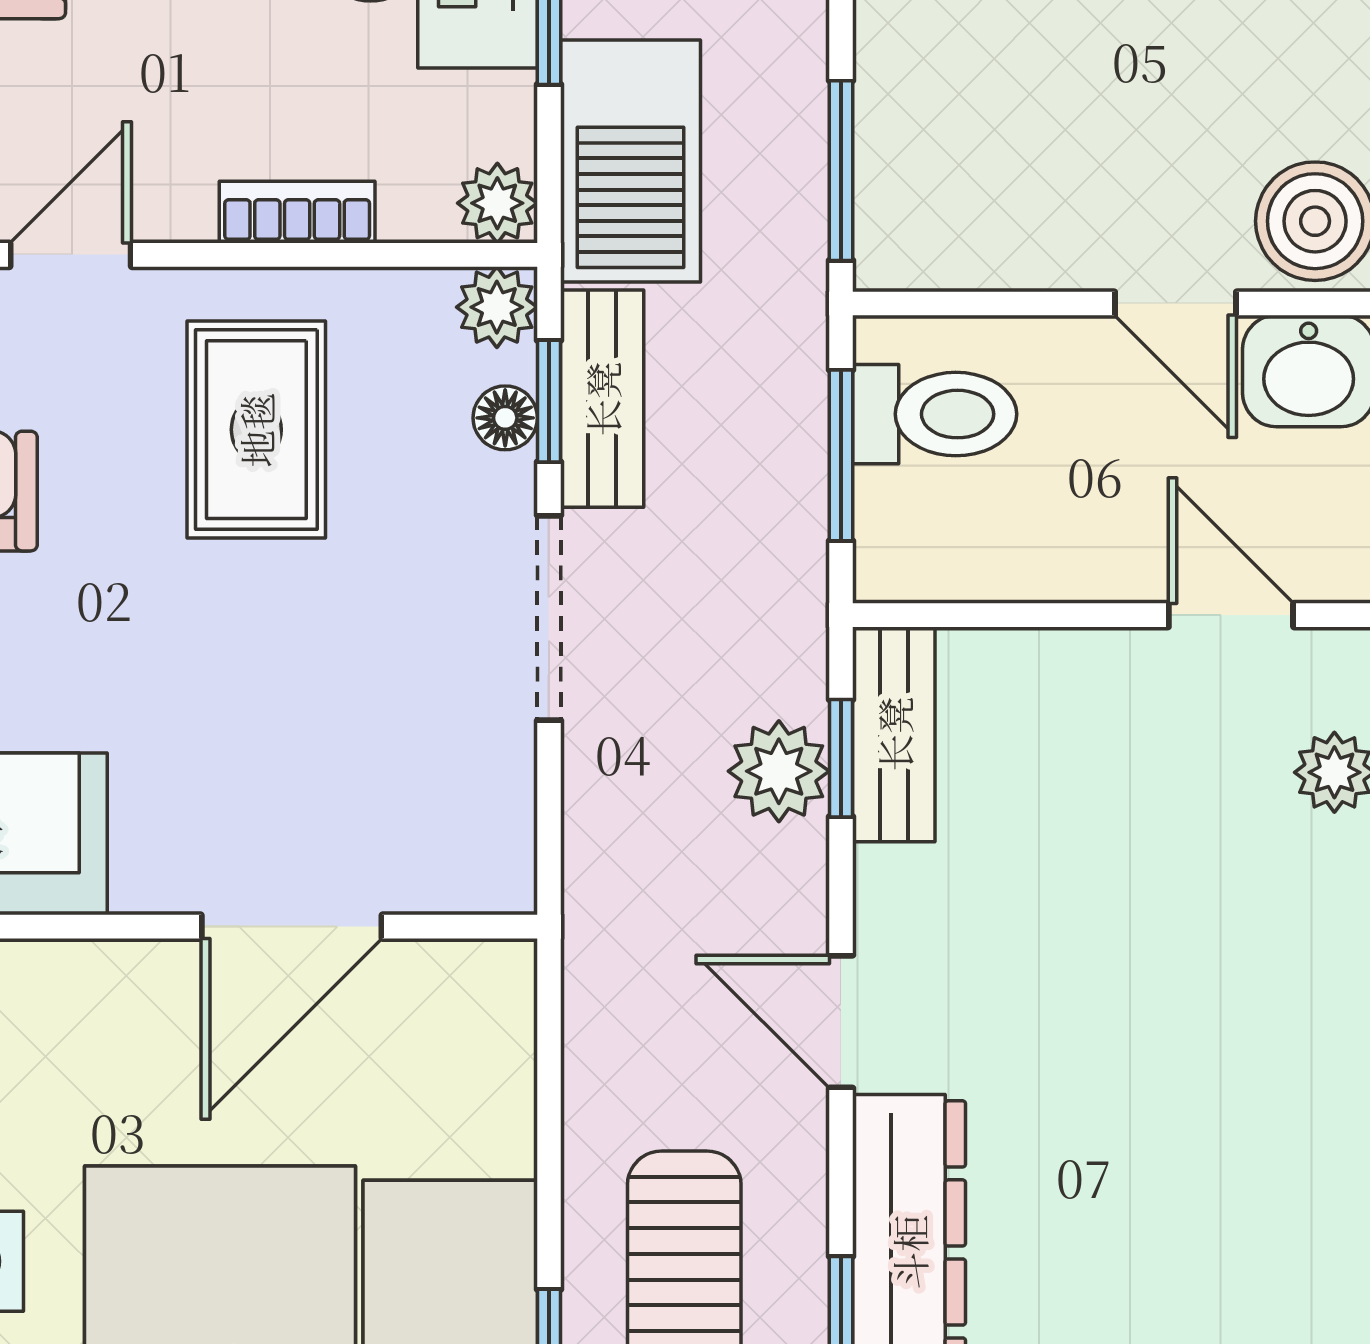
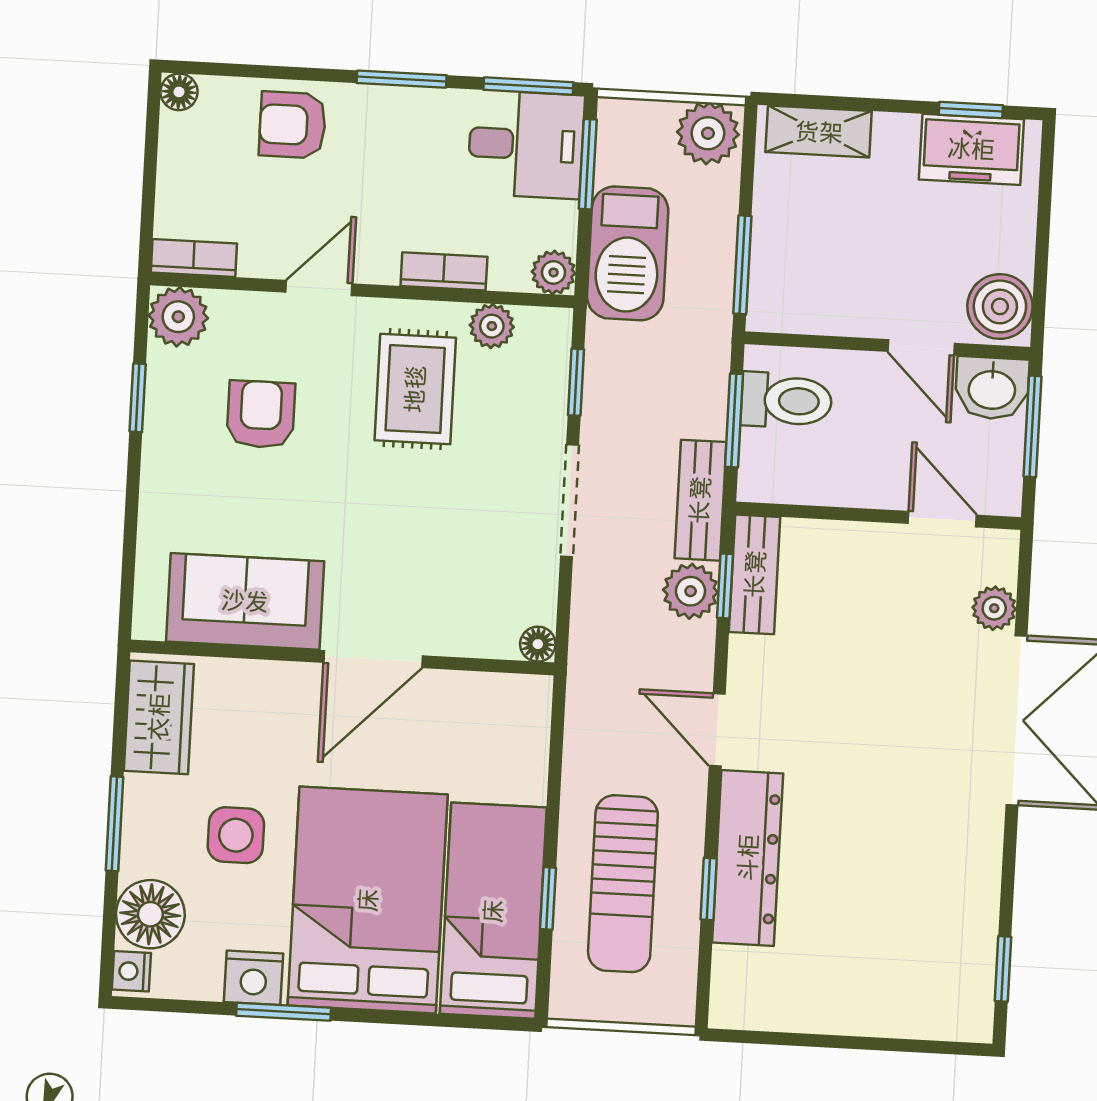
plant: (497, 307) -> (492, 326), moved
bench: (602, 399) -> (700, 500), moved
floor lamp: (505, 418) -> (538, 644), moved
door: (292, 927) -> (373, 659), moved

